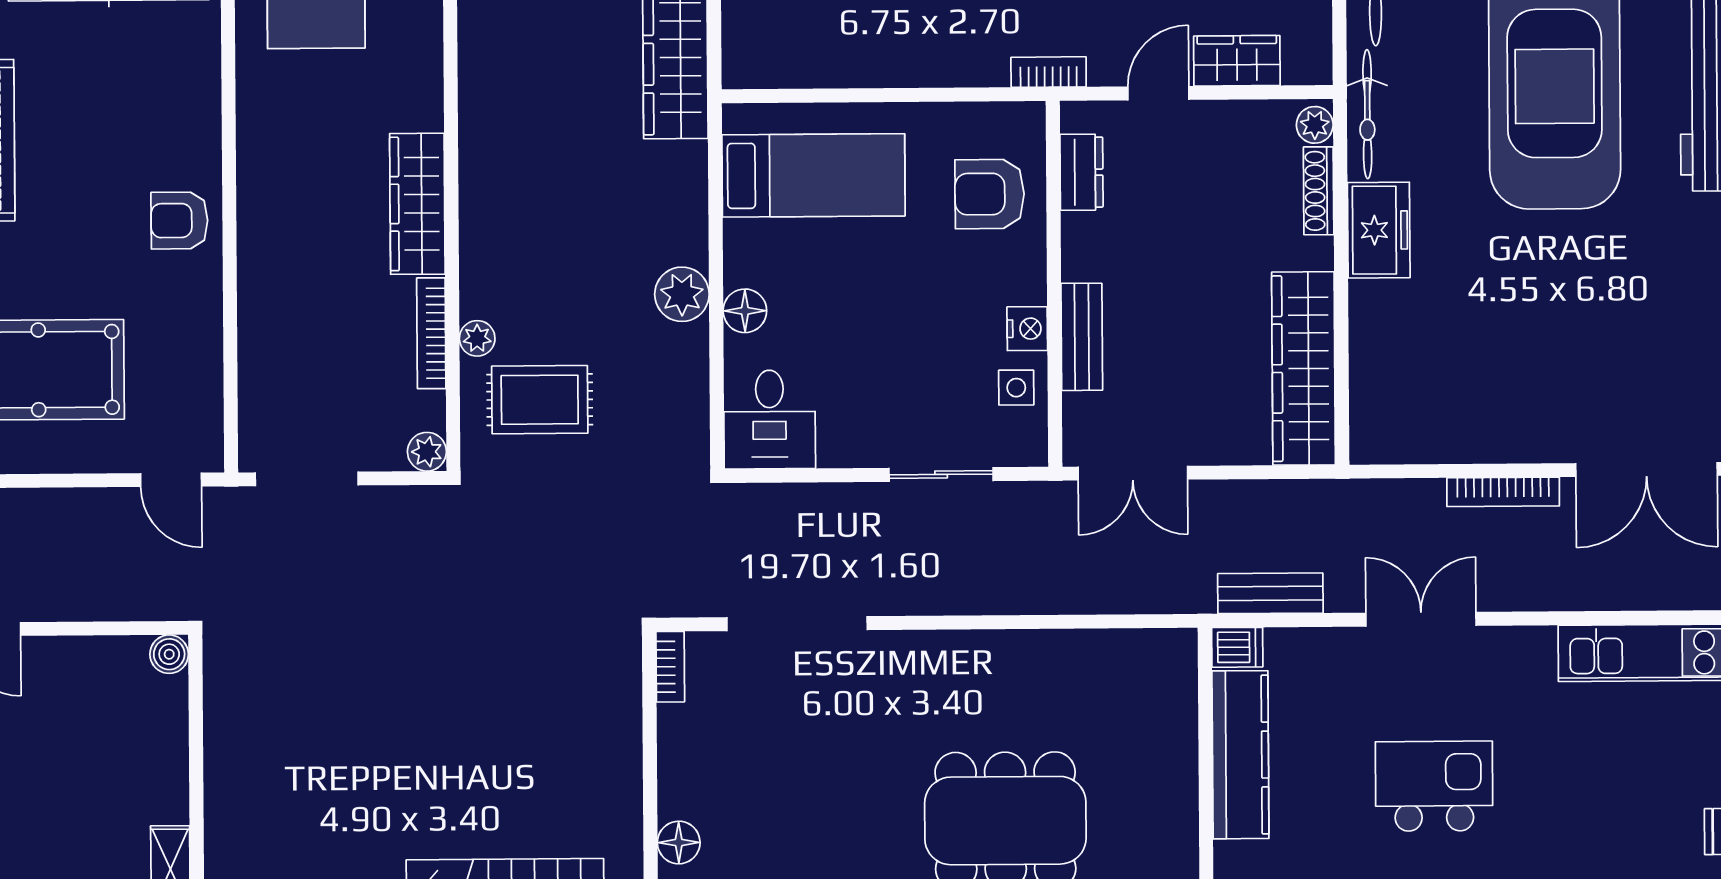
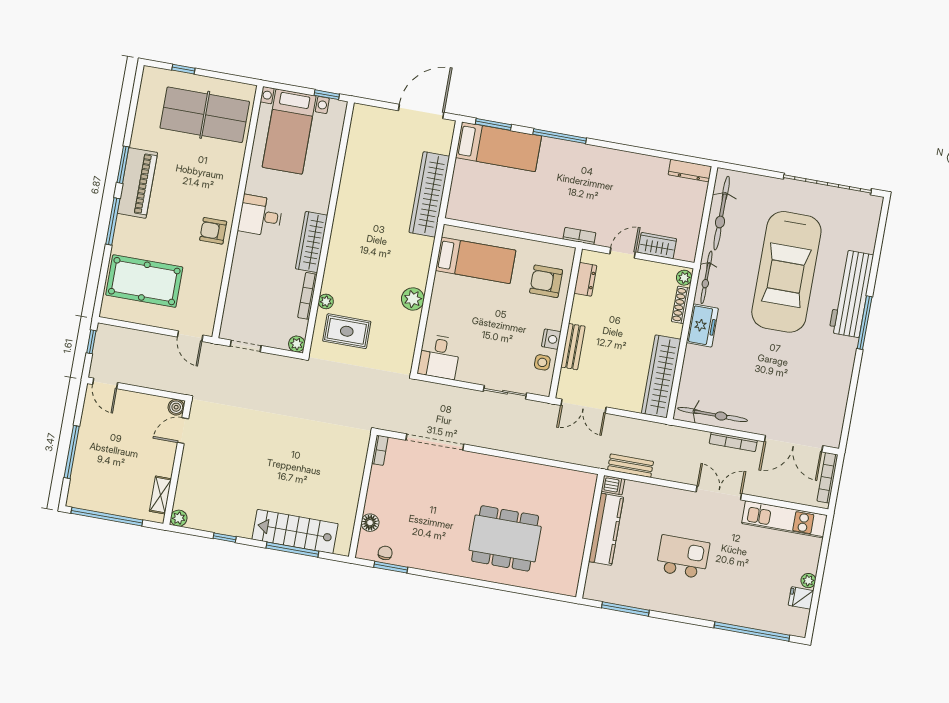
desk: (285, 164) -> (260, 216), added
floor lamp: (745, 311) -> (437, 310), removed
bicycle: (1442, 436) -> (713, 415), added
doorway: (307, 479) -> (246, 346), width x0.73
double door: (1421, 619) -> (719, 493), moved
door: (196, 707) -> (183, 431), added

